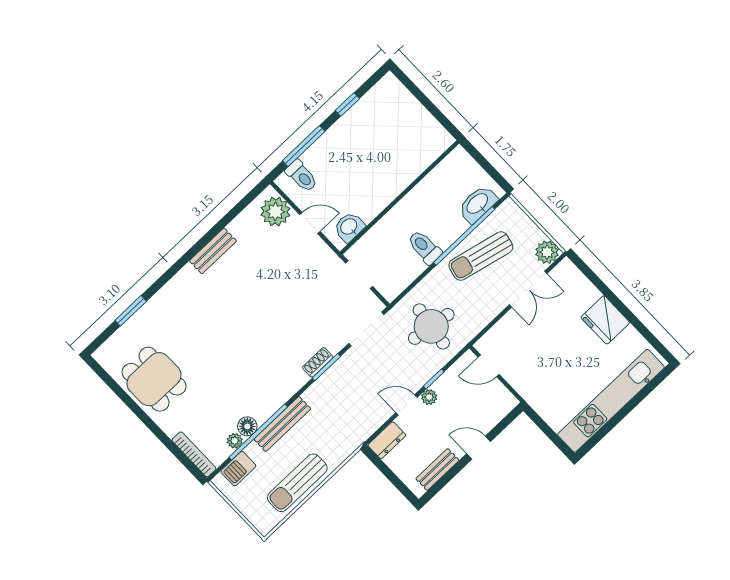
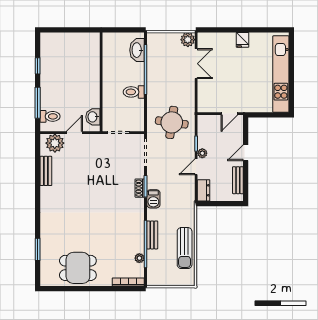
bench: (213, 251) -> (46, 171), moved
sun lounger: (481, 256) -> (161, 71), removed
fridge: (605, 320) -> (243, 40), width x0.53, depth x0.75
door: (489, 366) -> (229, 114), moved
bench: (282, 424) -> (152, 235), width x0.73
floor lamp: (247, 426) -> (138, 246), removed
barbecue: (238, 469) -> (153, 199), moved

